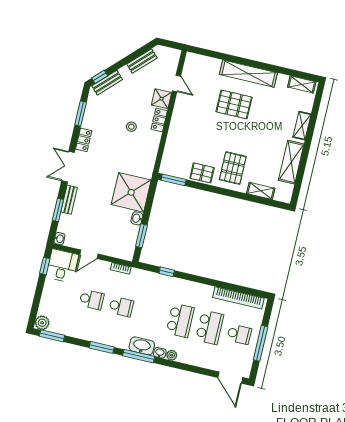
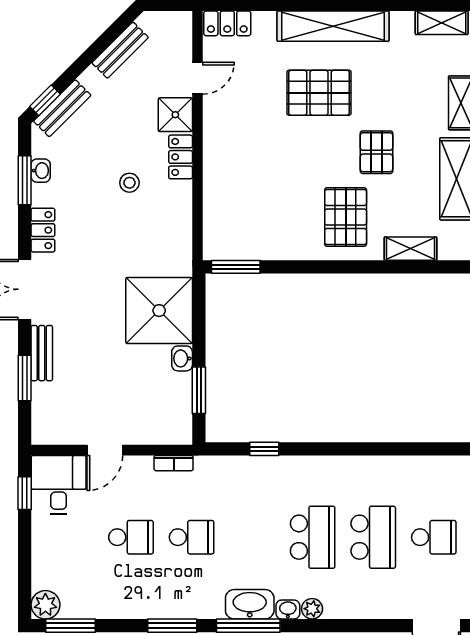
locker: (197, 60) -> (227, 23), added
door: (176, 84) -> (197, 78), hinge flipped
pallet: (202, 173) -> (377, 152), moved, turned 90
washbasin: (59, 239) -> (41, 171), moved
bookcase: (238, 298) -> (416, 467), removed

